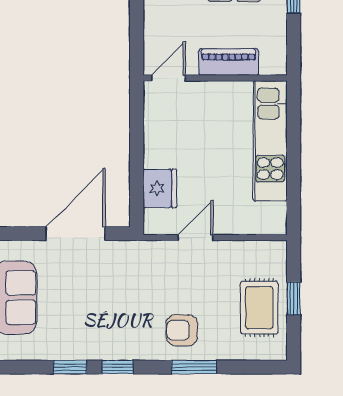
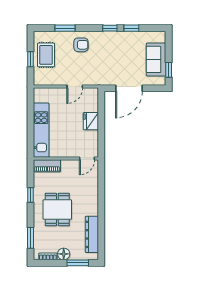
piano: (229, 62) -> (47, 166), moved
fridge: (160, 188) -> (91, 121), moved
window: (194, 367) -> (65, 28), moved

